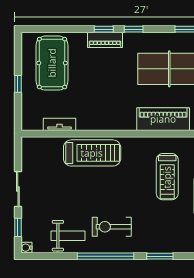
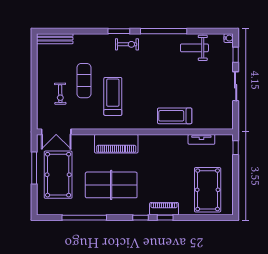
window: (18, 84) -> (236, 148), moved
treadmill: (92, 153) -> (175, 116), width x0.73, depth x0.73
exercise bike: (112, 227) -> (127, 44), moved, width x0.73, depth x0.72

